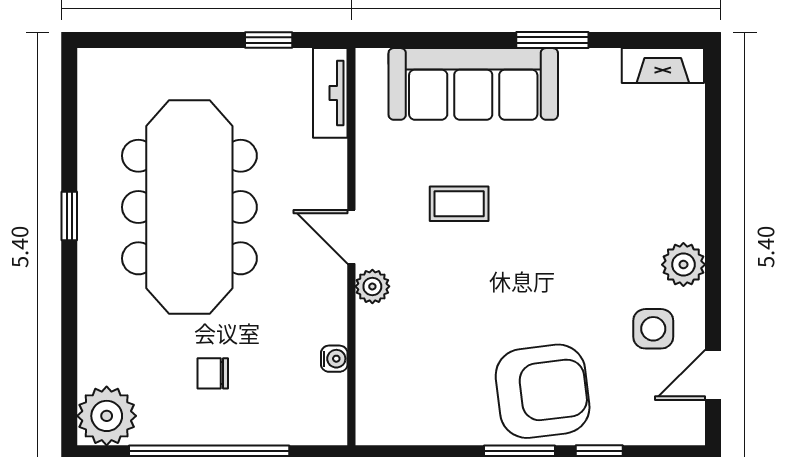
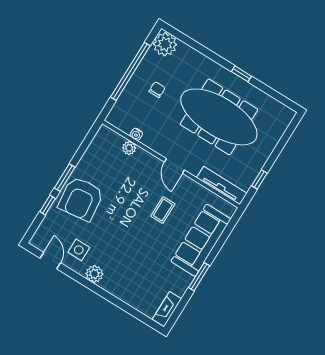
tv unit: (330, 93) -> (222, 185), width x1.41
door: (351, 237) -> (174, 166), swing flipped
plant: (372, 286) -> (129, 148), moved

